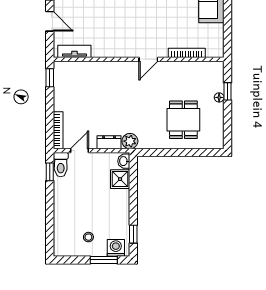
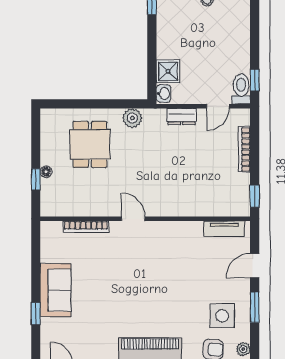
door: (50, 21) -> (255, 266), hinge flipped
door: (148, 59) -> (133, 219), hinge flipped
bookcase: (58, 130) -> (244, 149), moved
plant: (130, 141) -> (132, 118), moved

